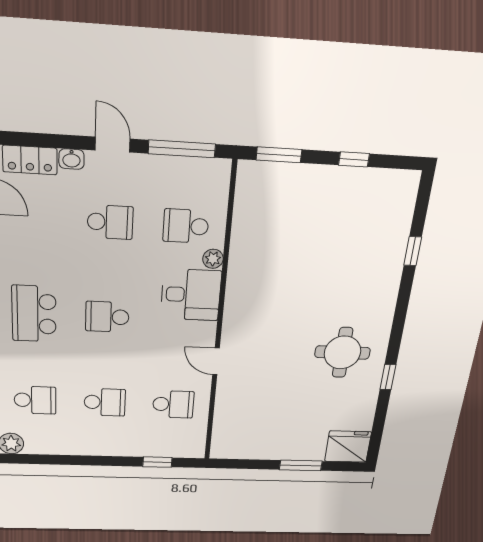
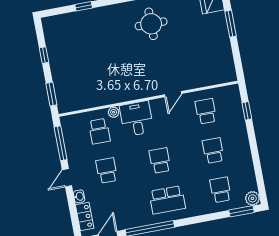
school desk: (107, 317) -> (160, 160), turned 180

